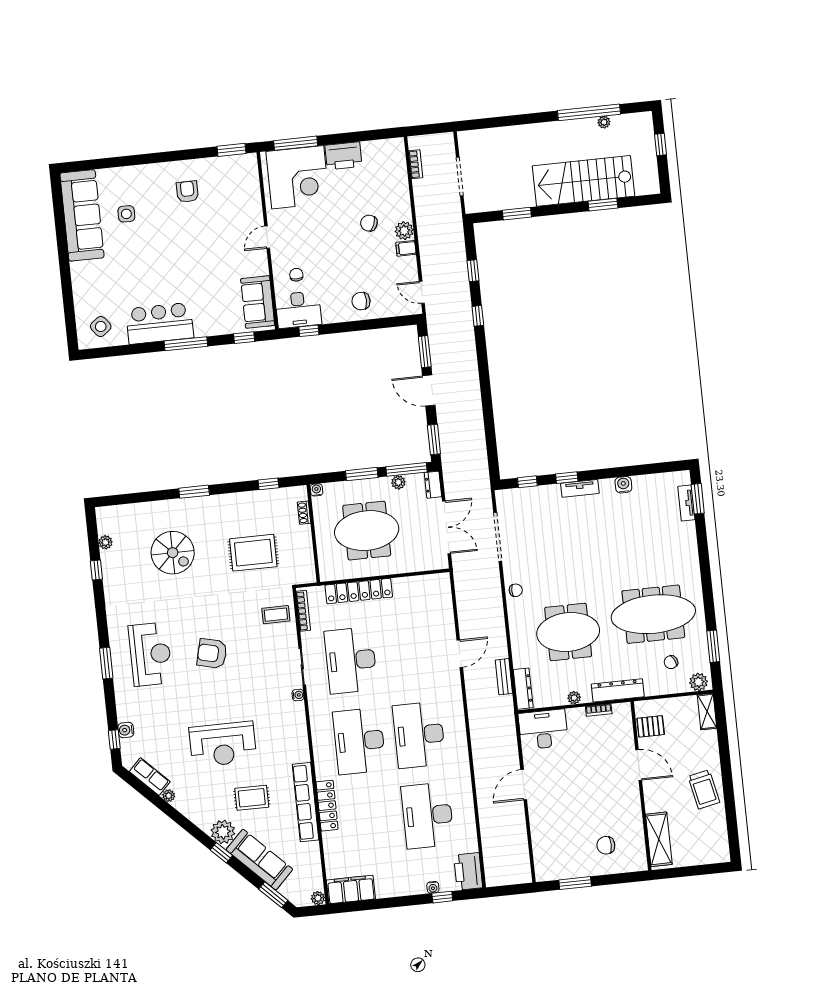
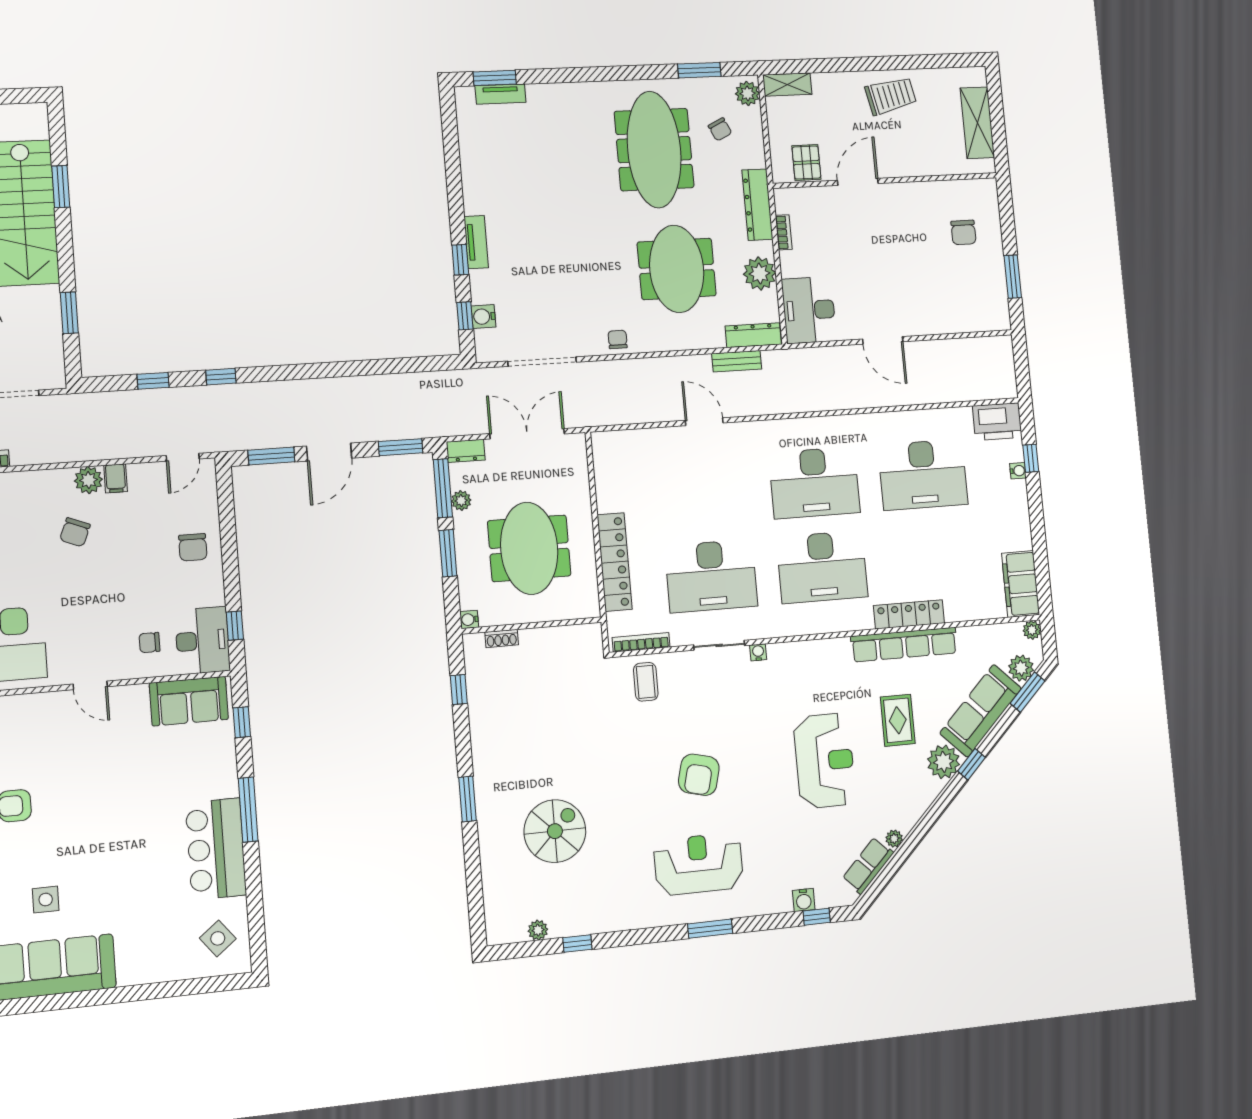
water cooler: (623, 485) -> (483, 316), moved
rug: (253, 553) -> (557, 713), removed
plant: (574, 698) -> (760, 273), width x1.87, depth x1.87
shelving: (659, 839) -> (977, 123), moved, turned 90
plant: (290, 890) -> (1021, 668), added

